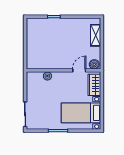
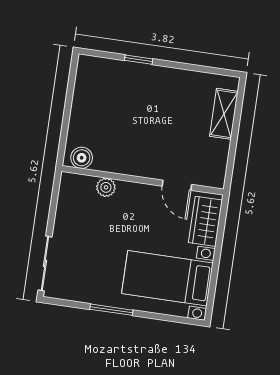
boiler: (94, 64) -> (82, 158), moved
door: (79, 70) -> (177, 185), swing flipped

